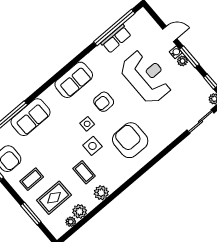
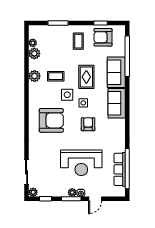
row of seats: (116, 39) -> (120, 169), width x1.48
sofa: (74, 80) -> (117, 103), moved
rug: (54, 198) -> (86, 77), moved

